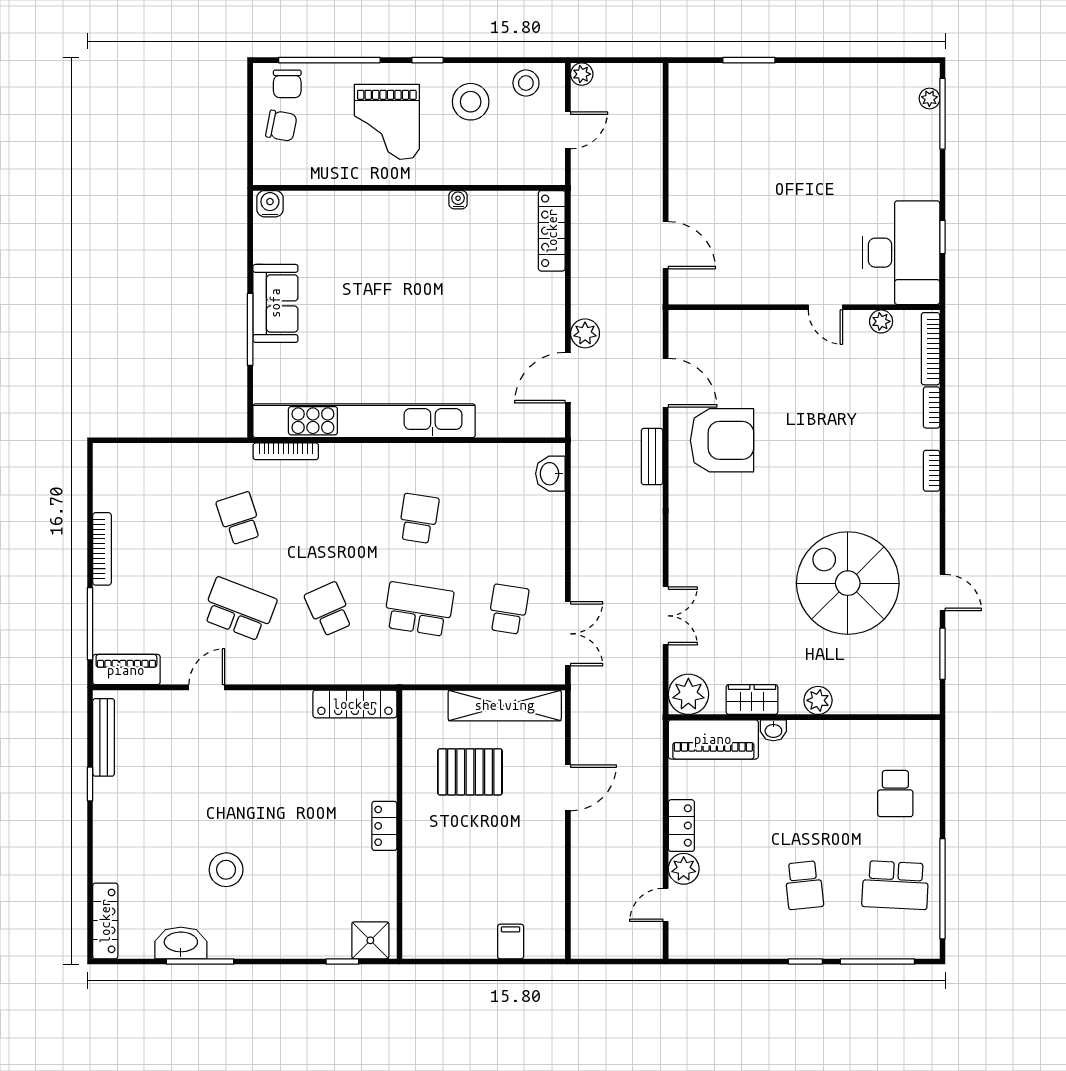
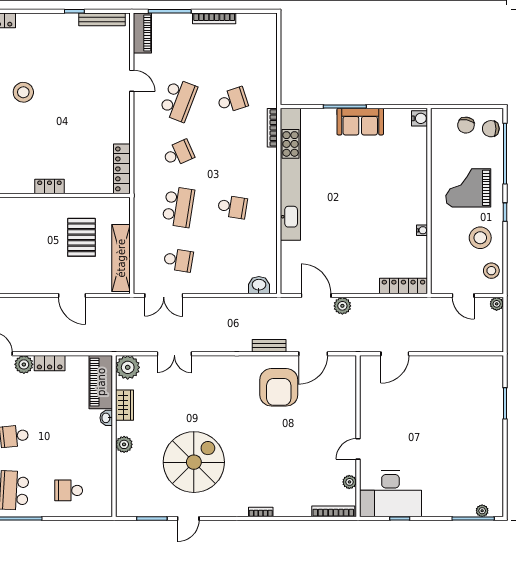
bookcase: (932, 407) -> (298, 512), removed

